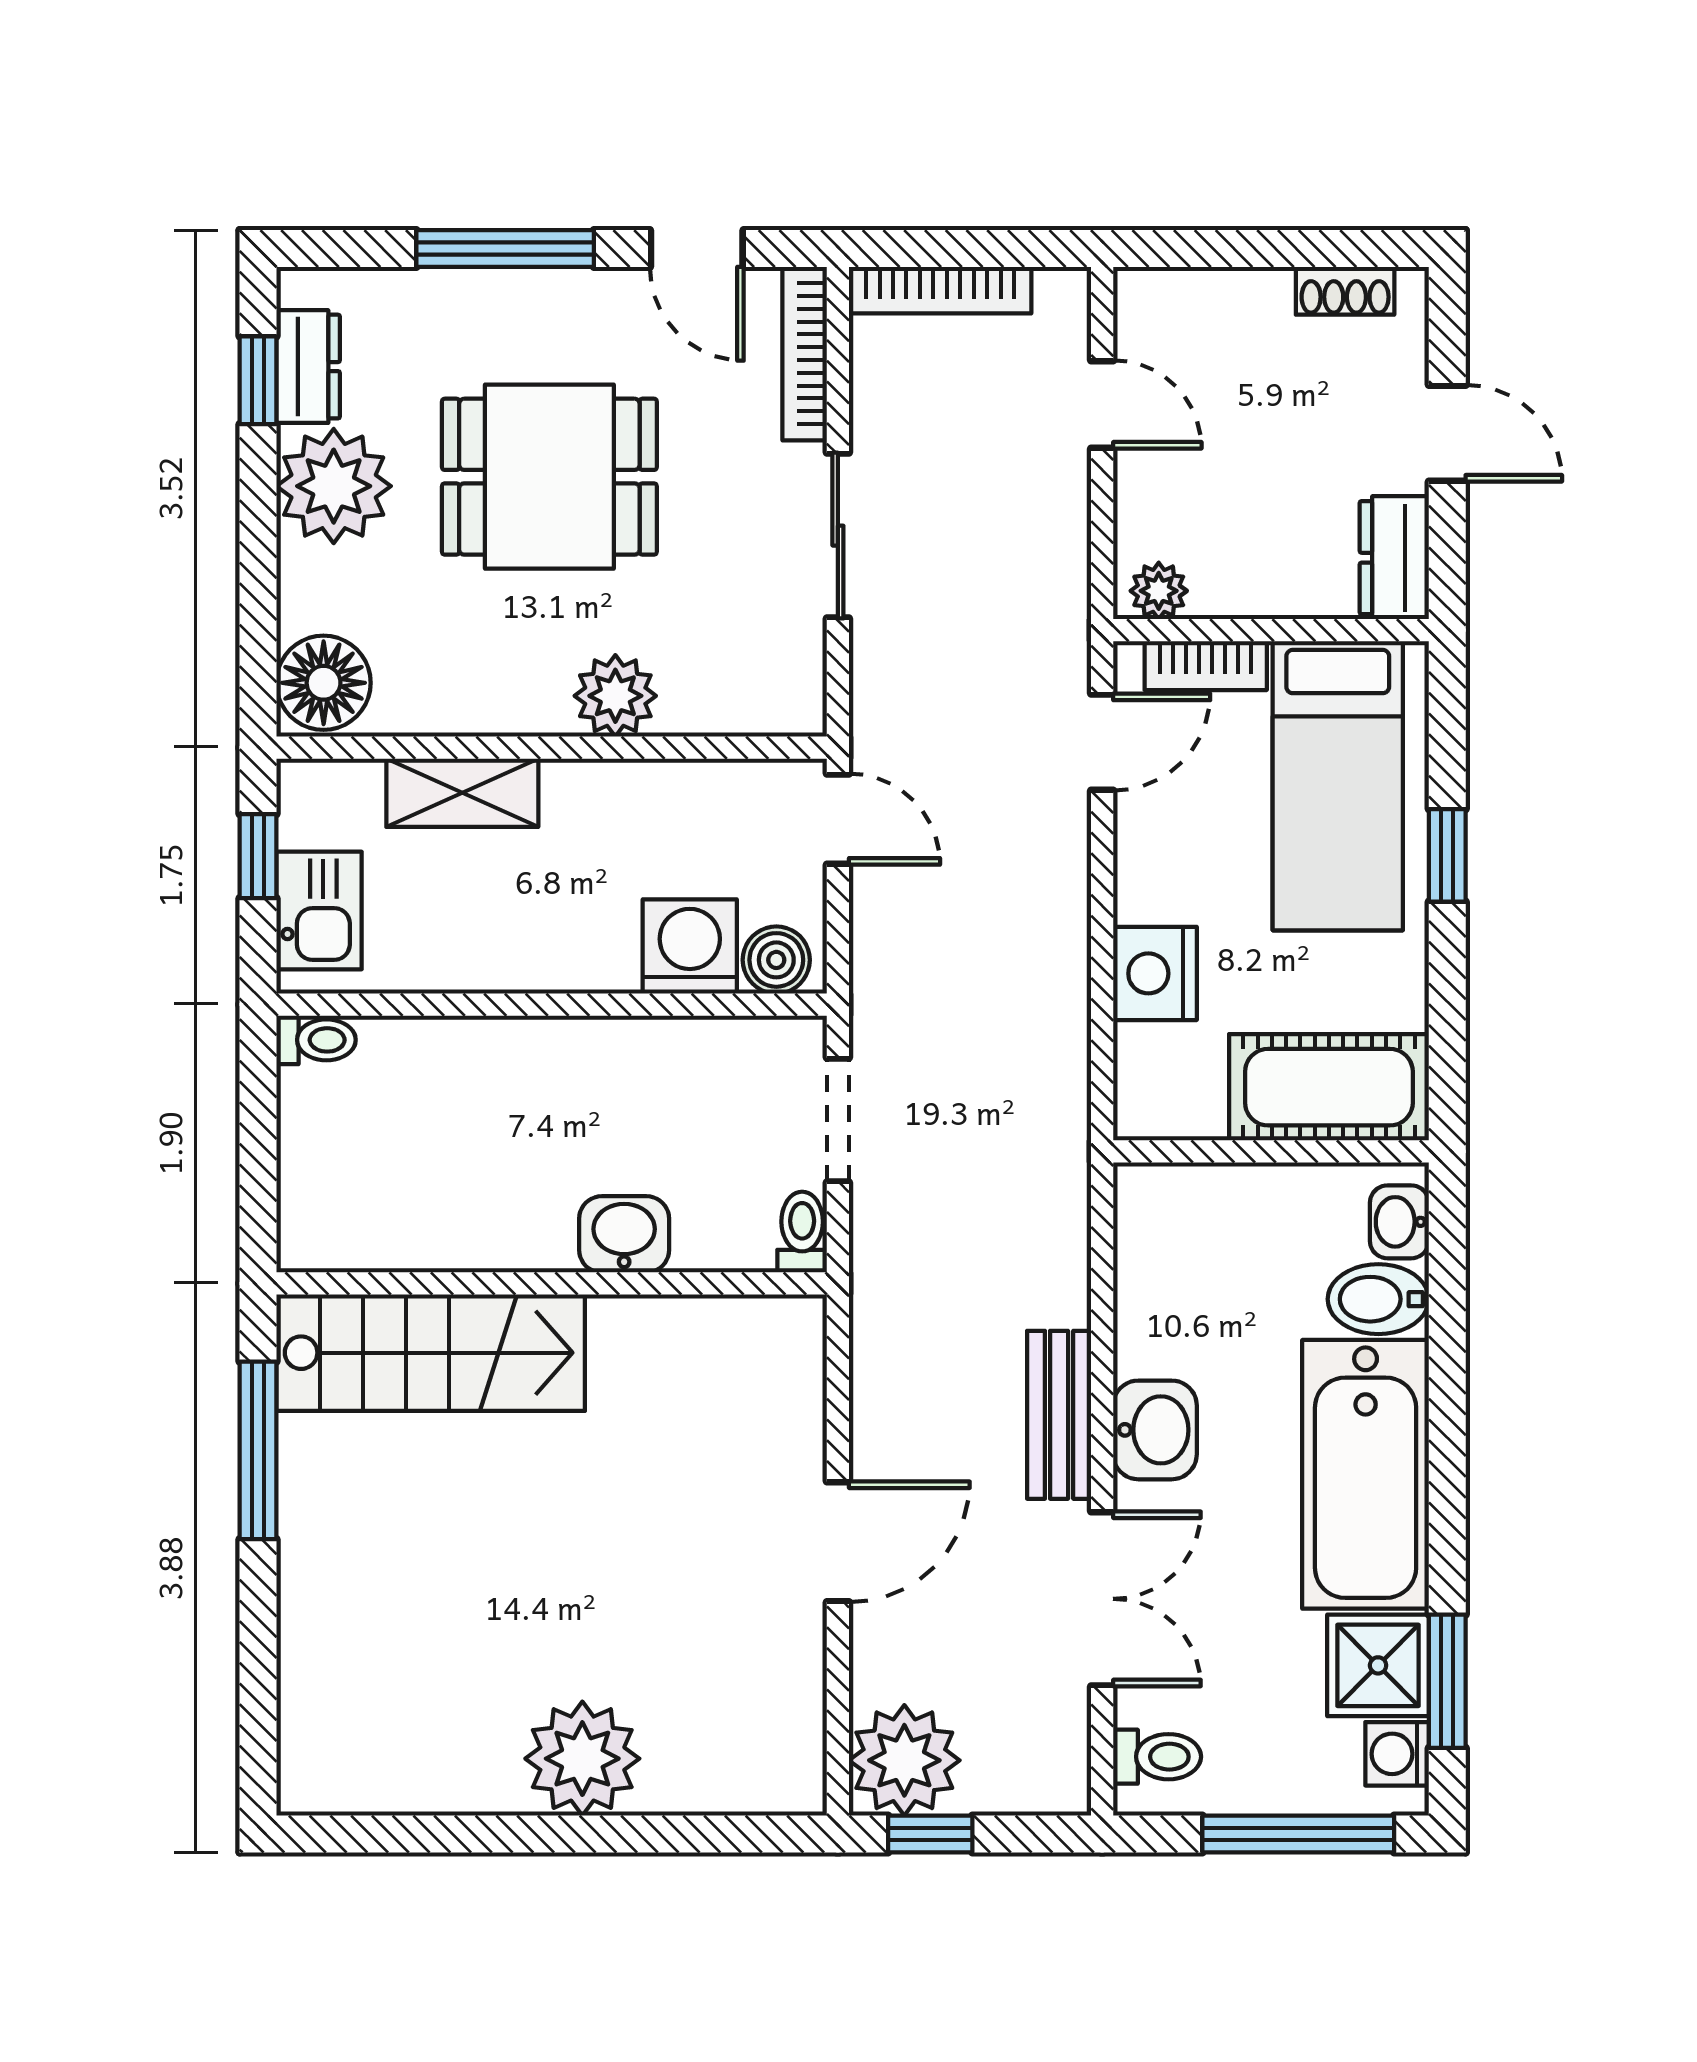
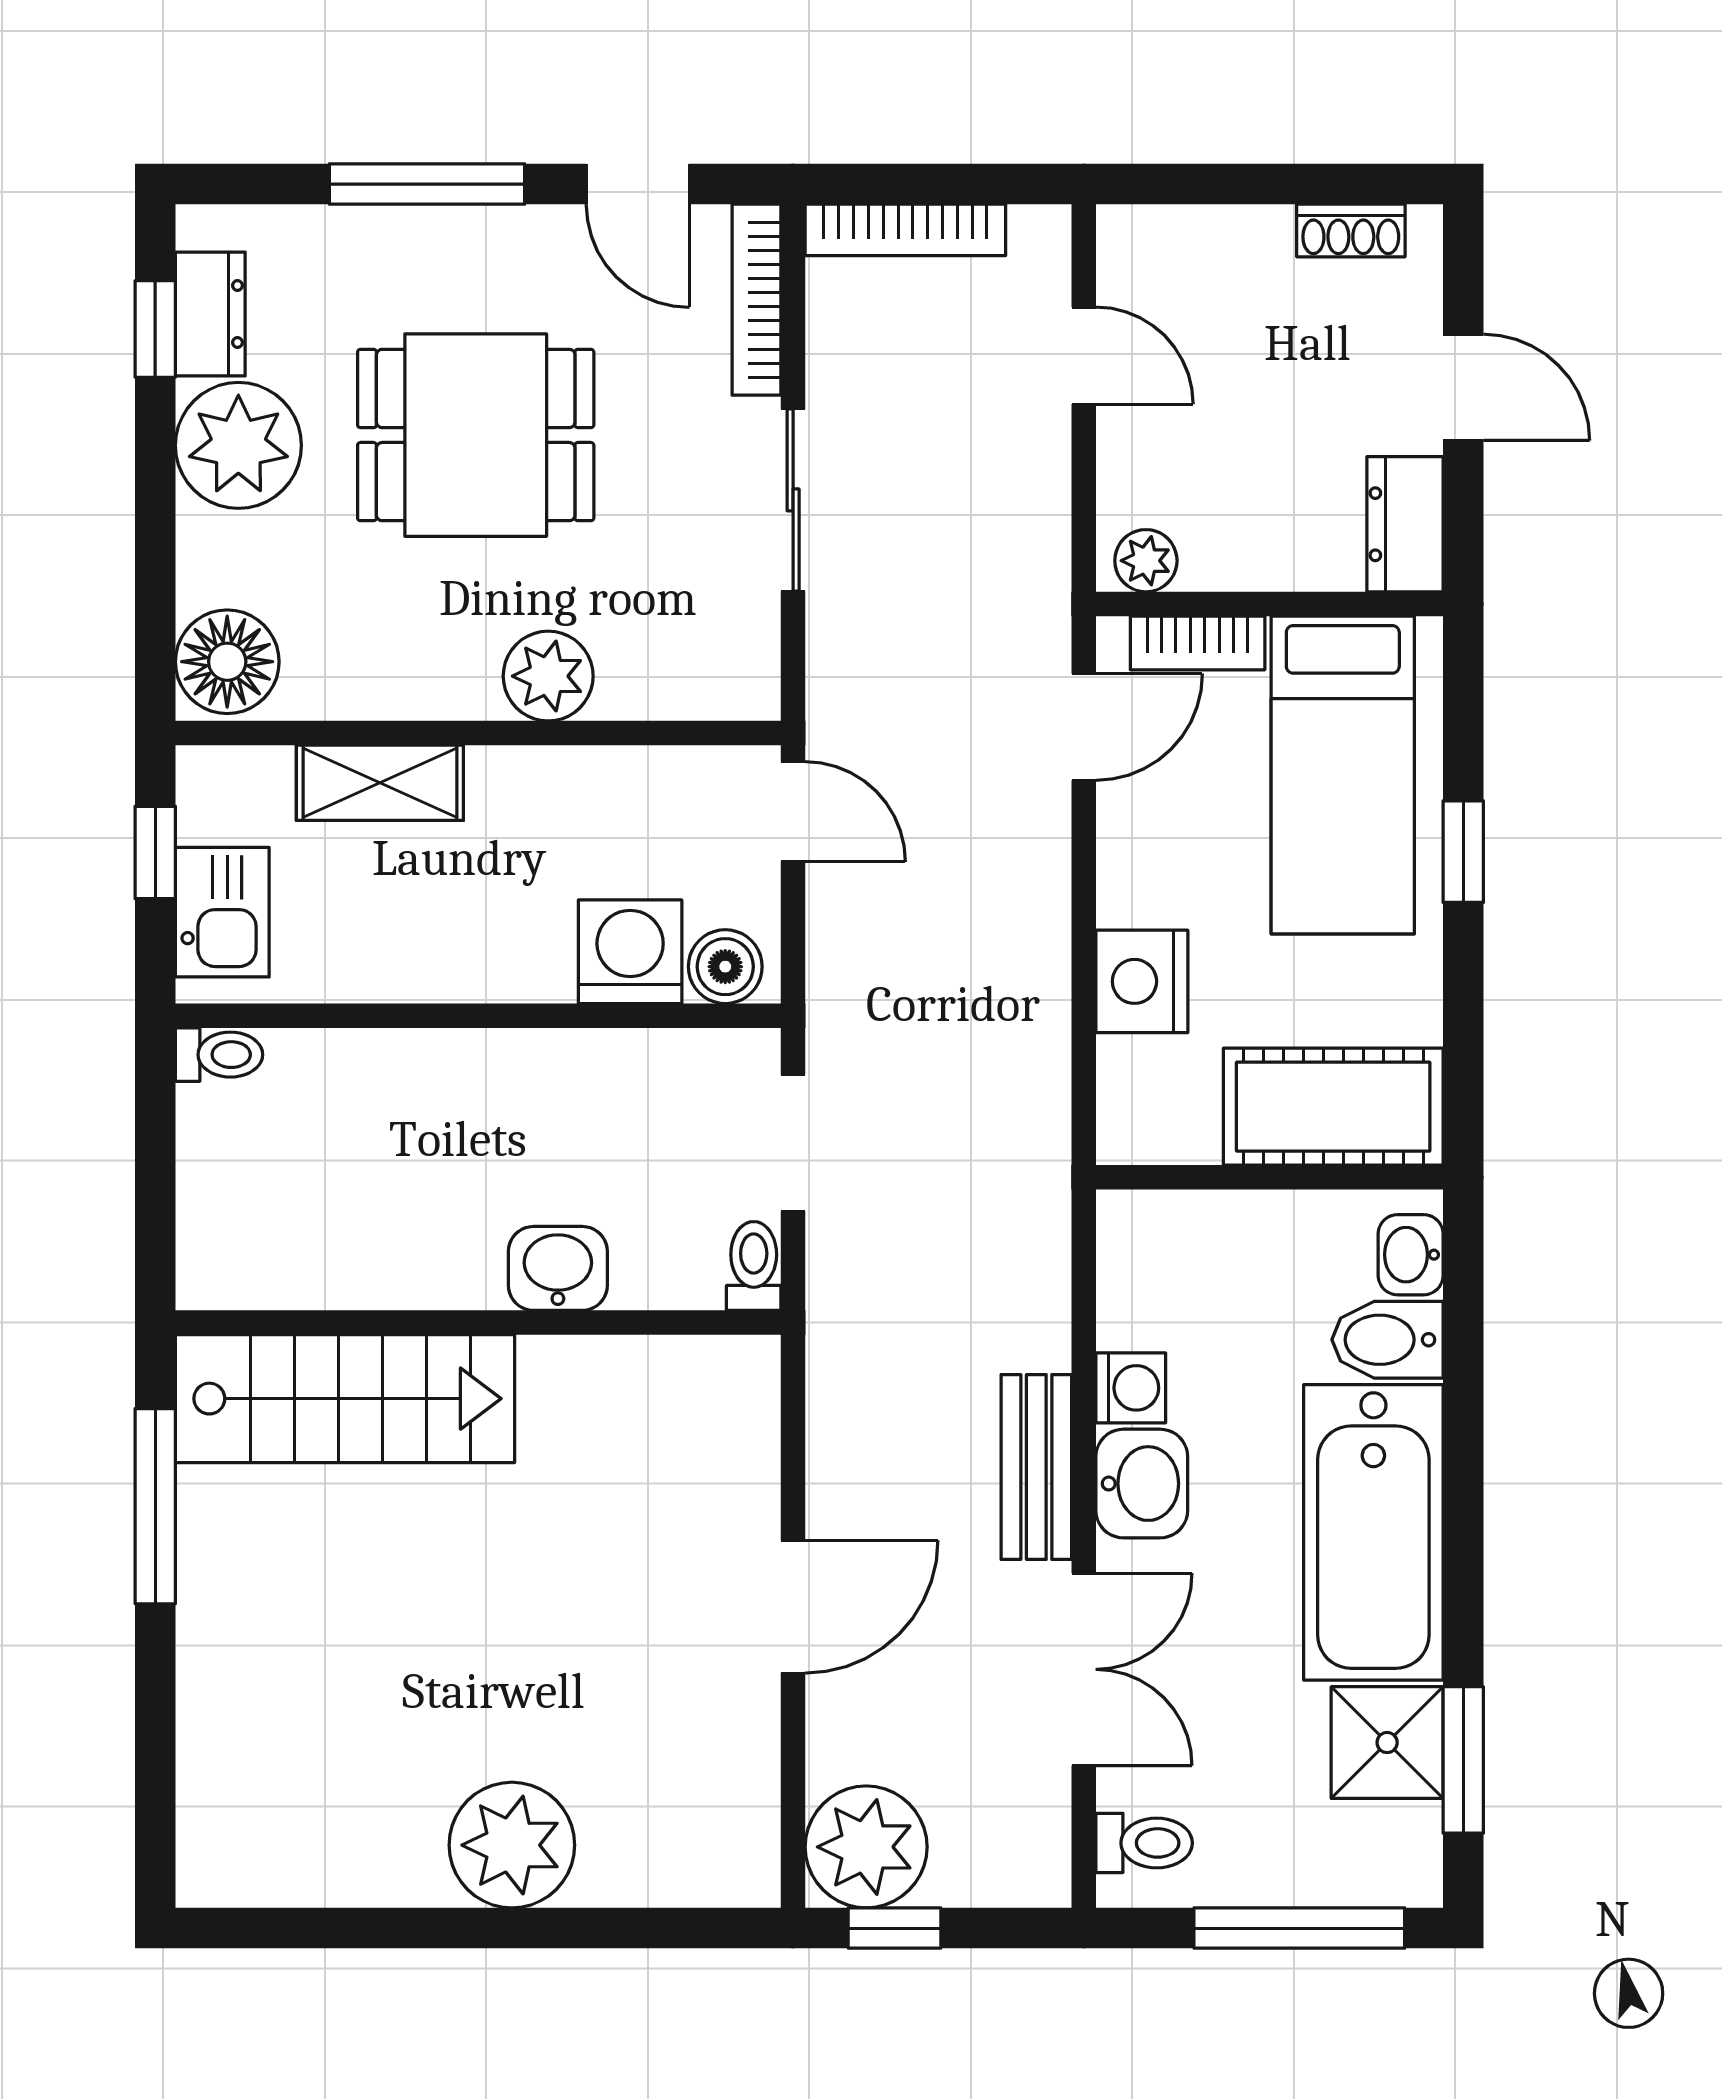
washing machine: (1397, 1754) -> (1131, 1388), moved, turned 180

